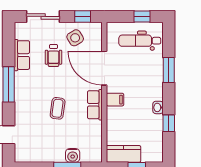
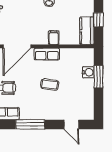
filing cabinet: (115, 100) -> (54, 38), moved

